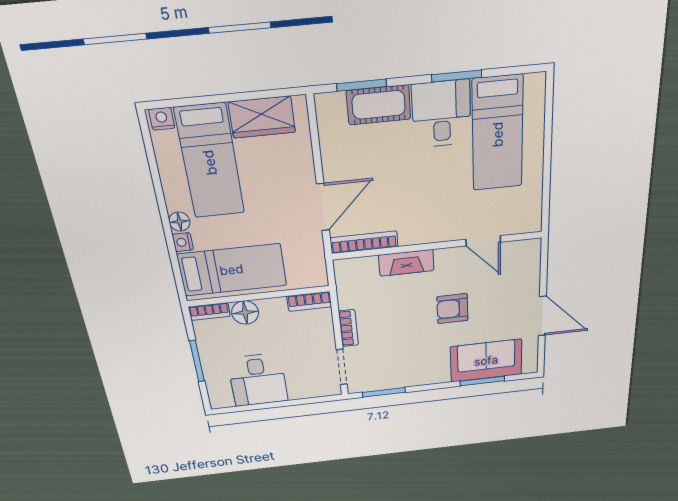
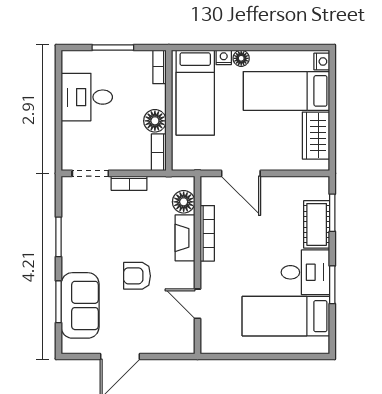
door: (483, 241) -> (198, 304), hinge flipped
bookcase: (364, 242) -> (207, 233), moved
floor lamp: (364, 269) -> (184, 202), added
armchair: (452, 309) -> (137, 276), turned -90
floor lamp: (245, 313) -> (155, 121), moved
window: (384, 392) -> (58, 237), moved

